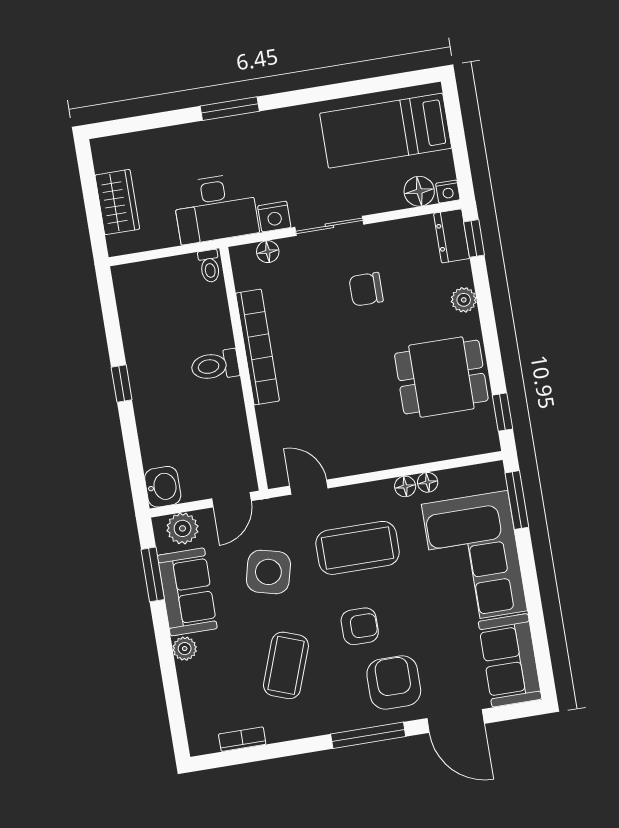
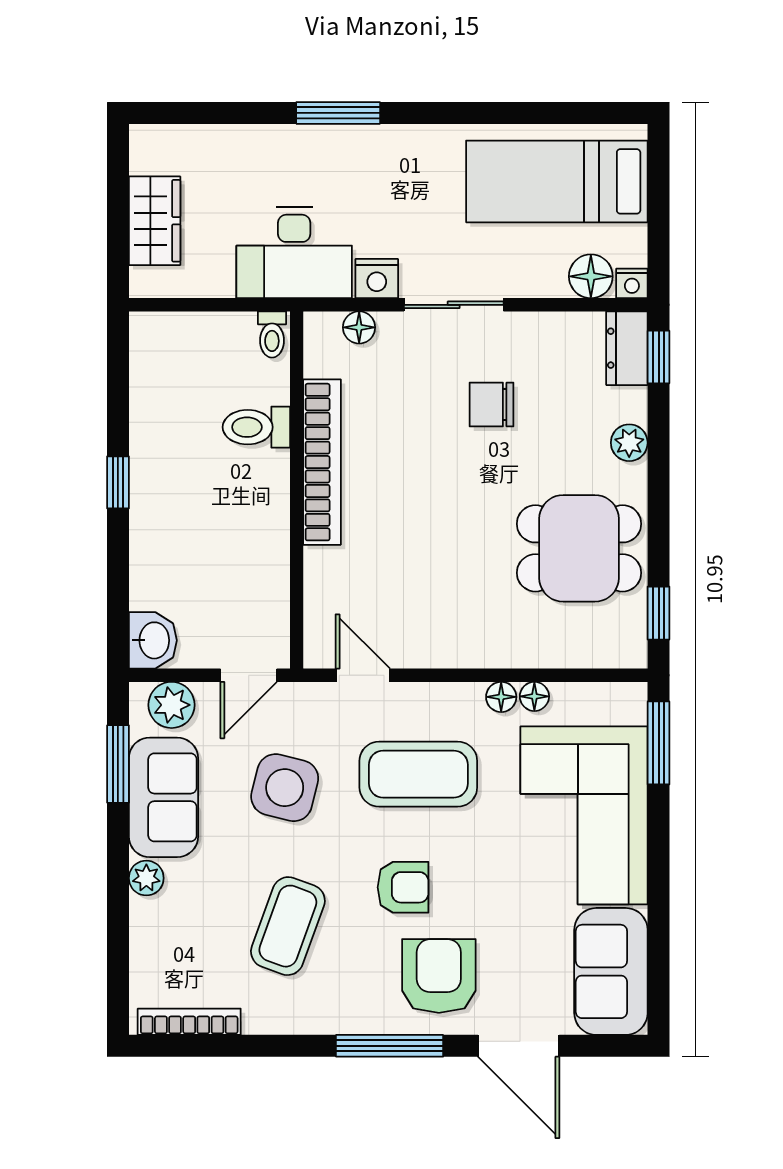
toilet: (215, 366) -> (256, 427), moved
bookcase: (242, 739) -> (189, 1022), width x1.56

